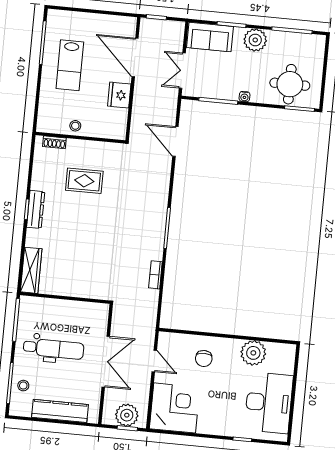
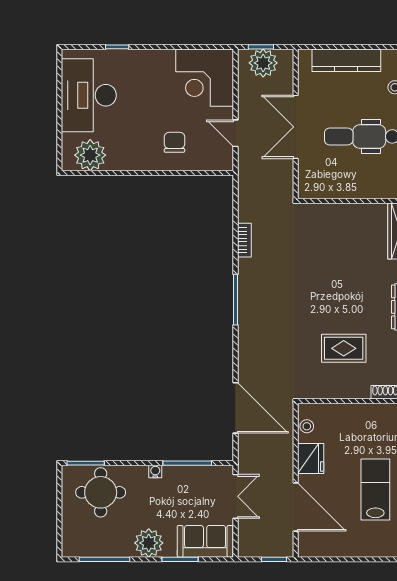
stool: (75, 126) -> (307, 426), moved
door: (175, 141) -> (235, 408), width x1.36
plant: (253, 353) -> (90, 155), moved

